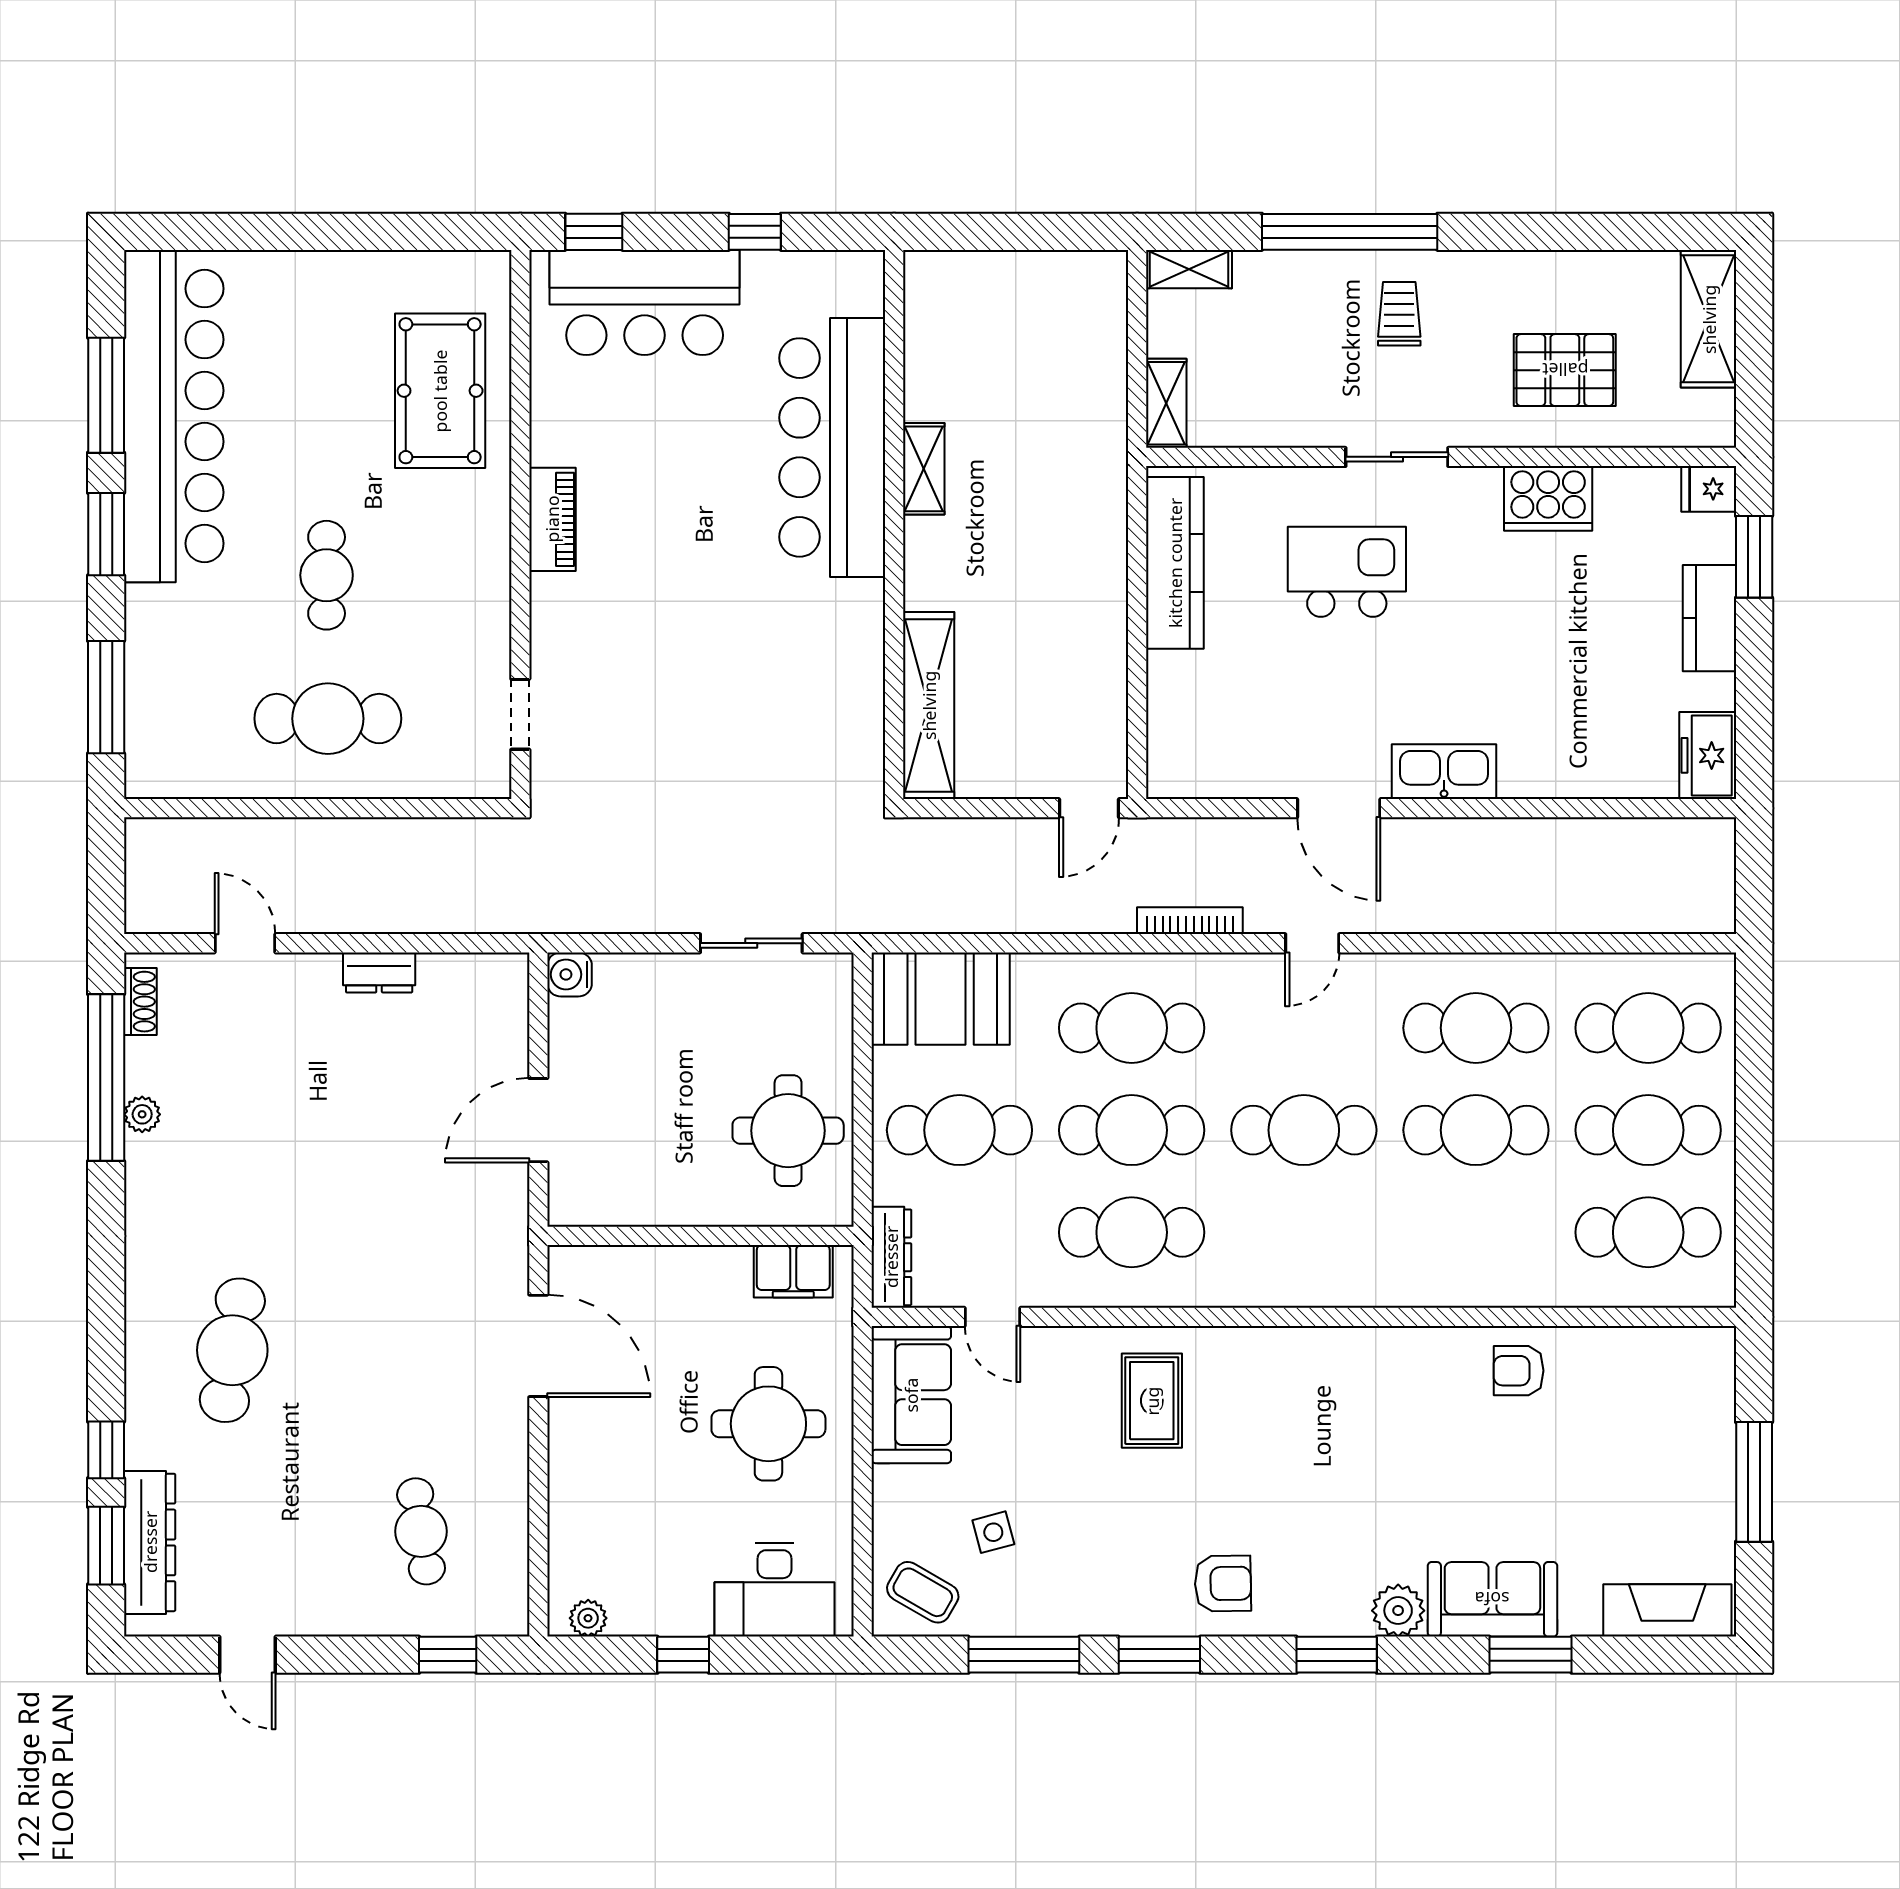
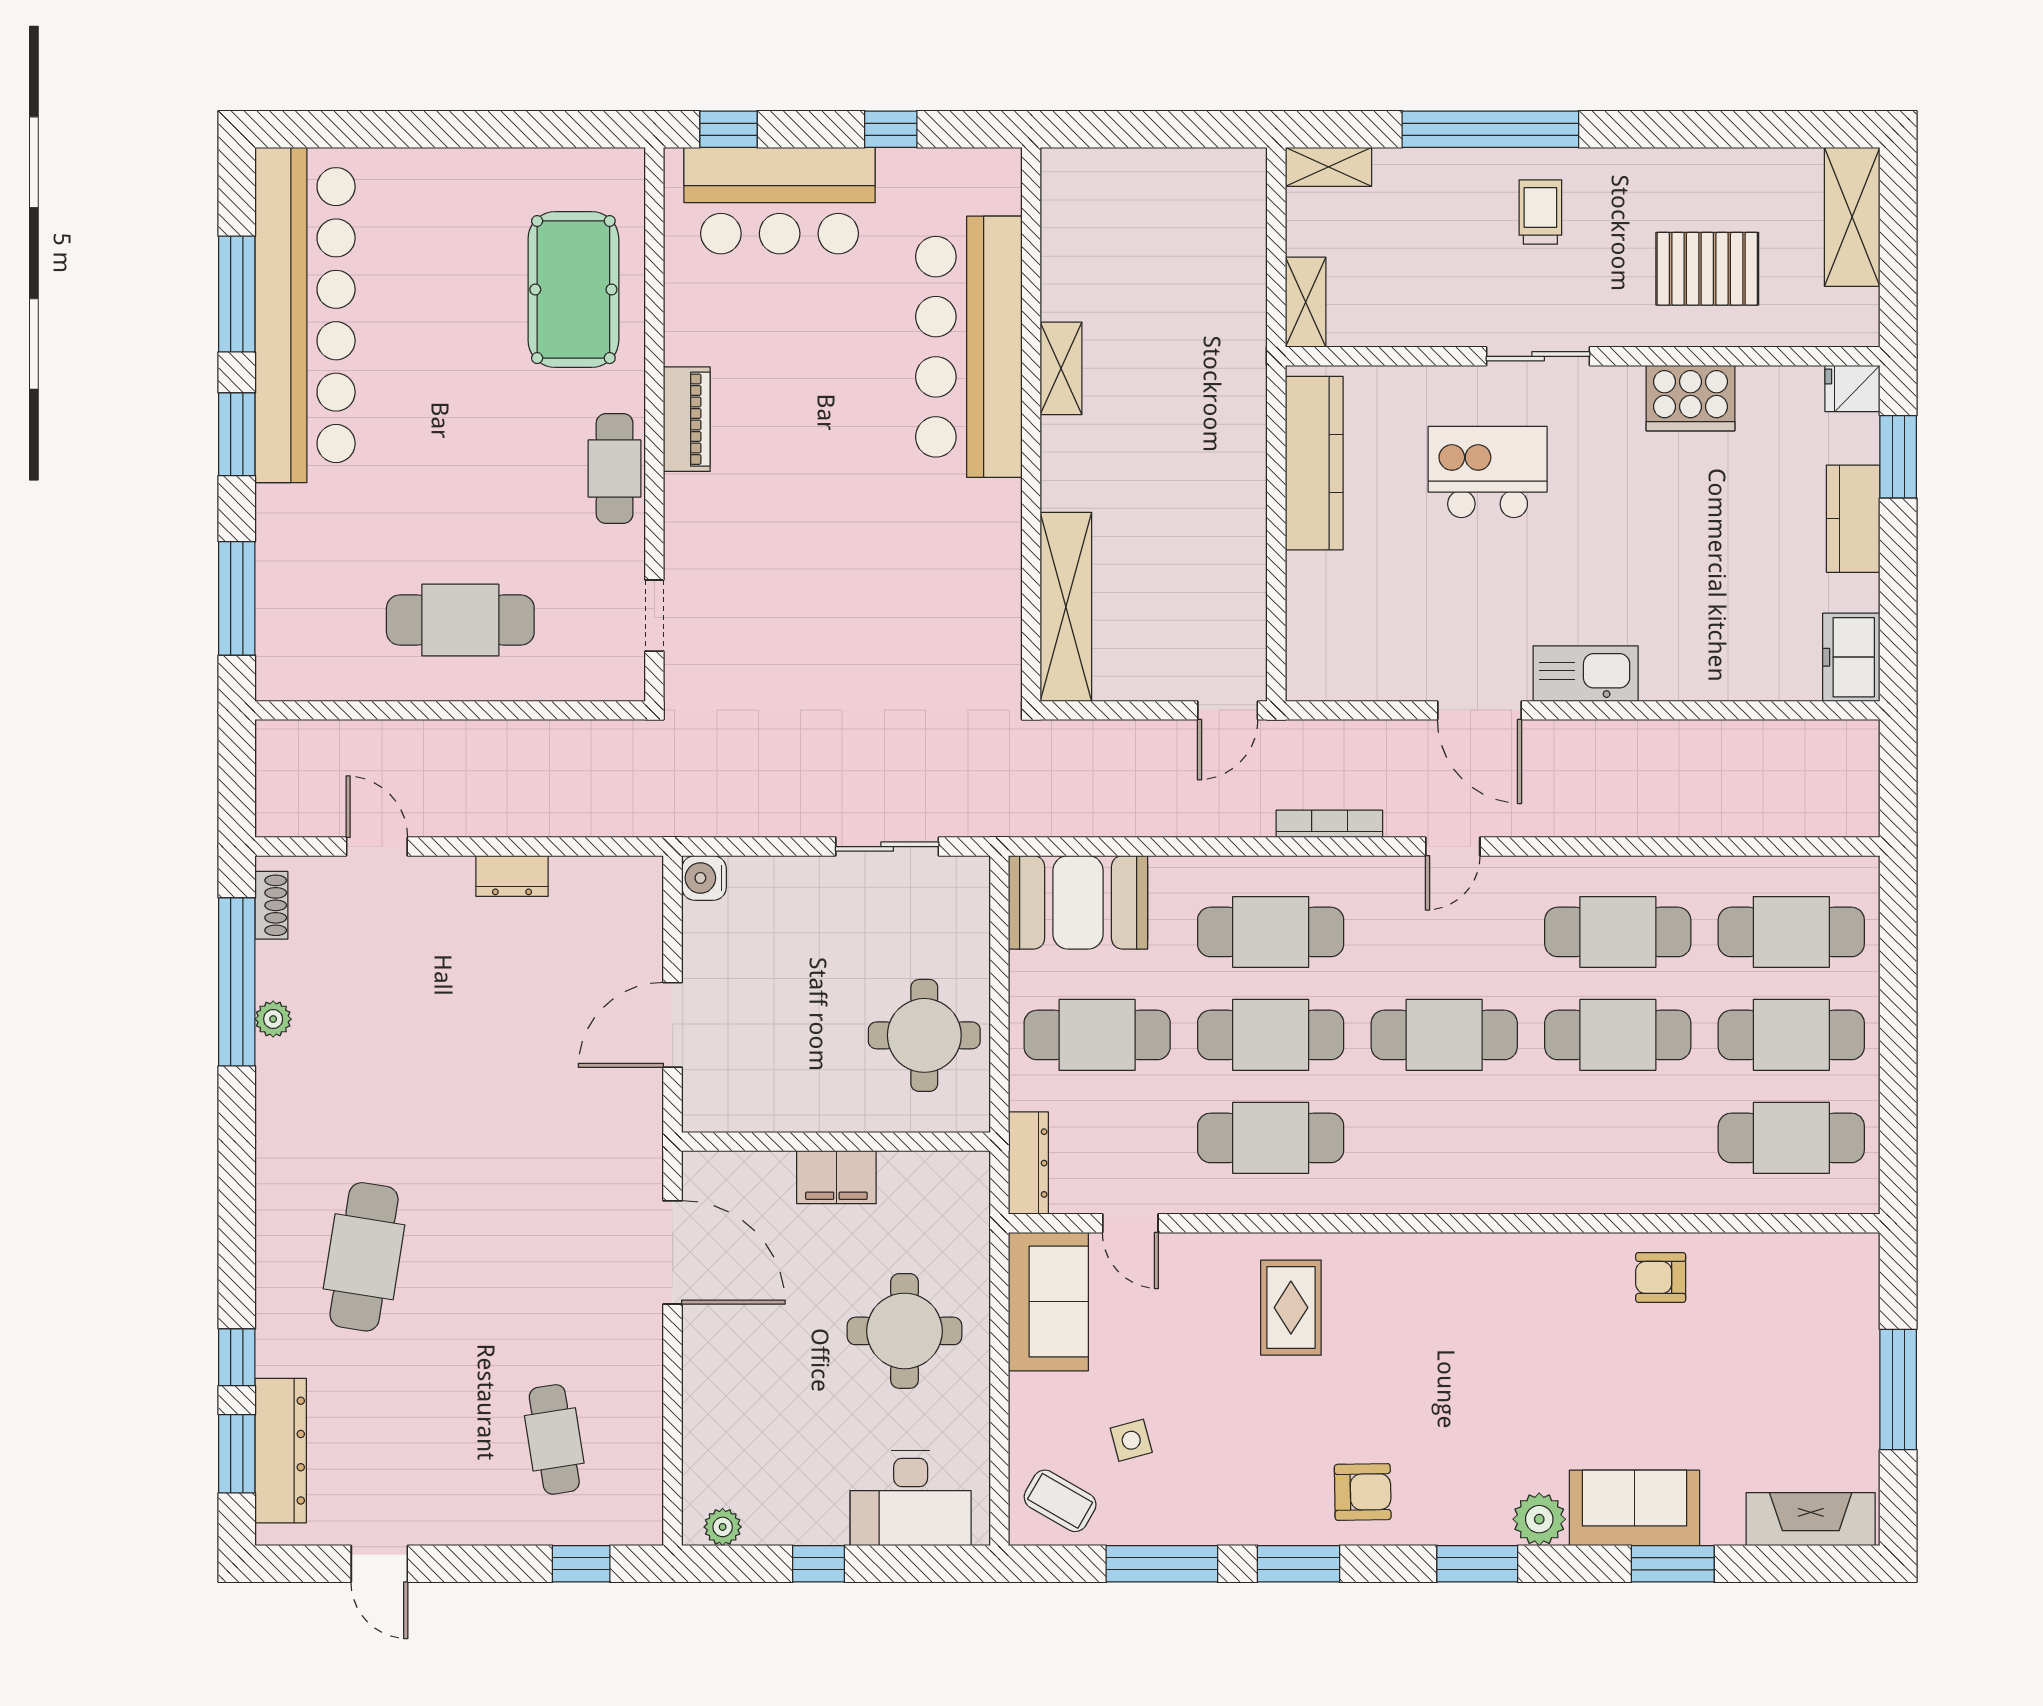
cafe table: (327, 575) -> (615, 469), moved
filing cabinet: (793, 1271) -> (836, 1177), moved

